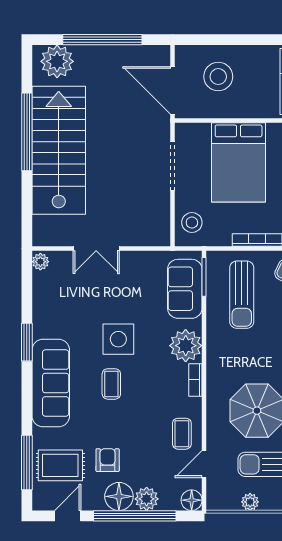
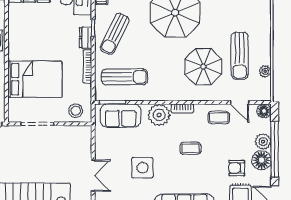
side table: (118, 339) -> (142, 168), moved
coffee table: (111, 384) -> (191, 148), moved

